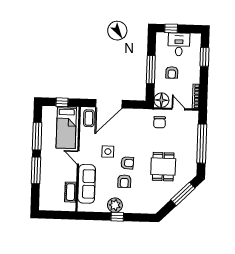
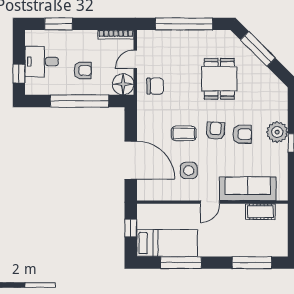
window: (151, 70) -> (79, 101), width x1.46
coffee table: (89, 118) -> (184, 133), moved
bed: (66, 127) -> (167, 243), moved
side table: (108, 152) -> (189, 170), moved
dining table: (163, 167) -> (219, 79), turned 90
window: (36, 170) -> (252, 263), moved
plant: (115, 205) -> (277, 132), moved

